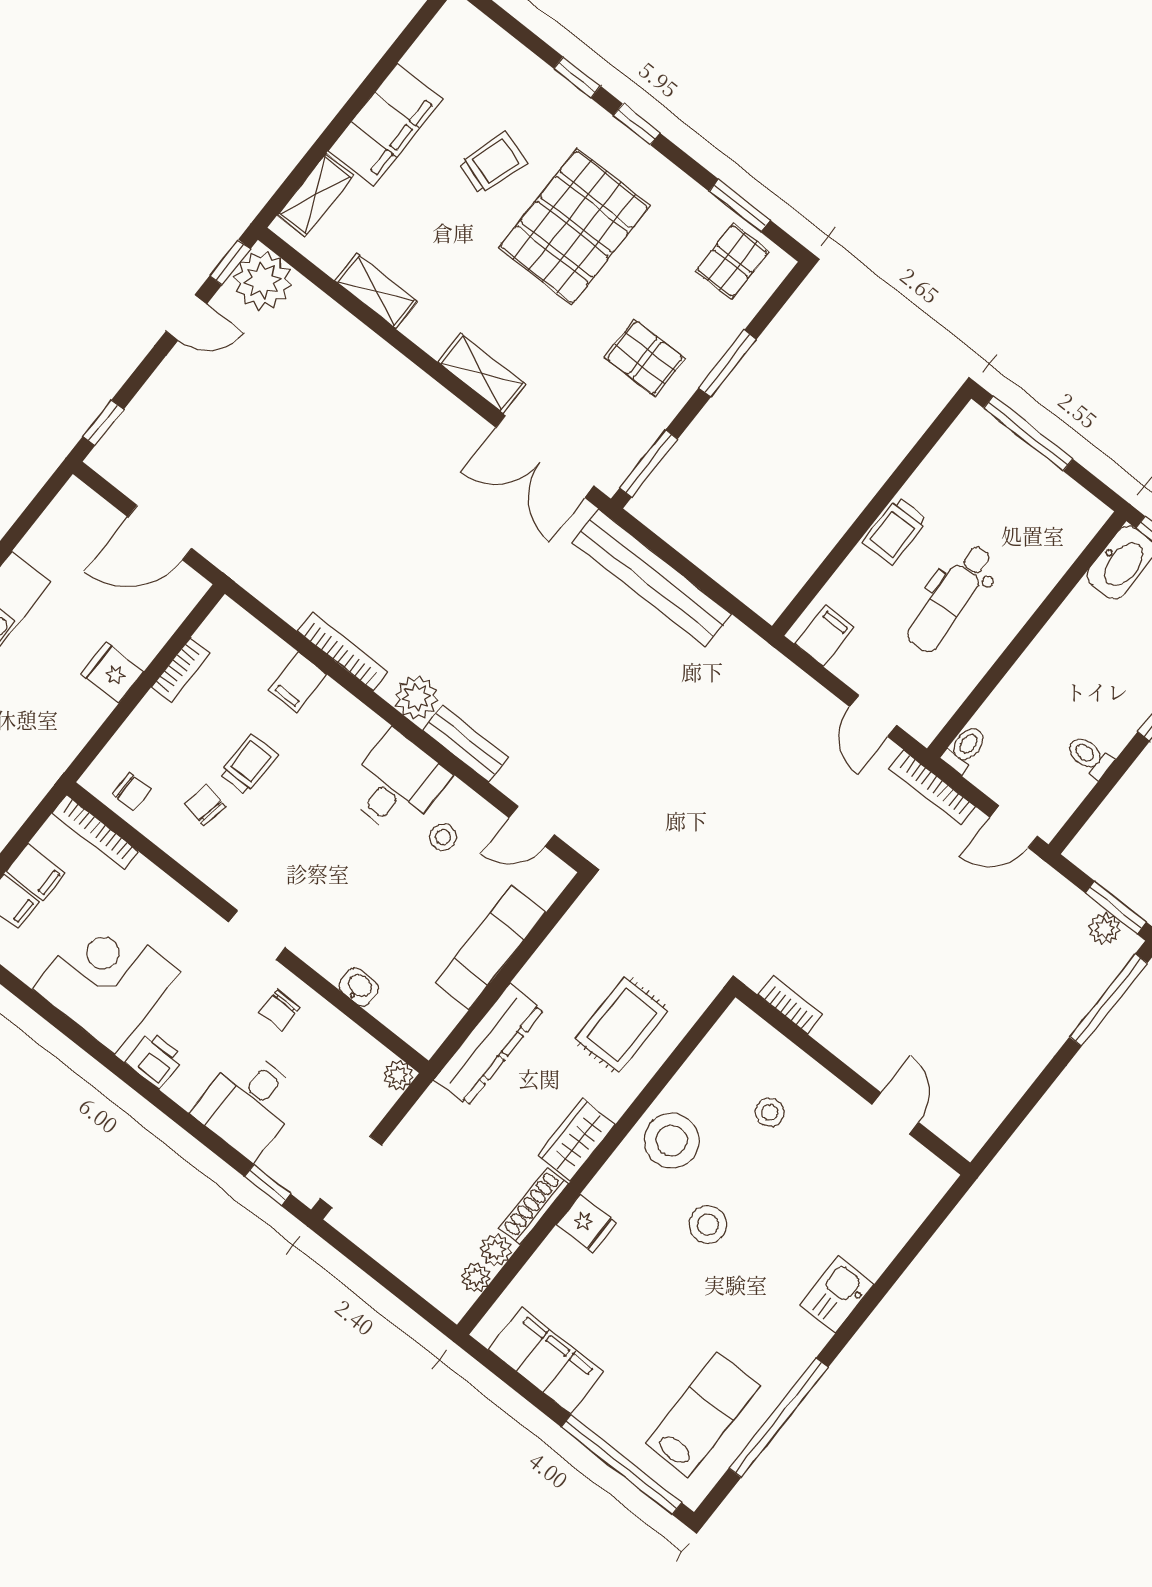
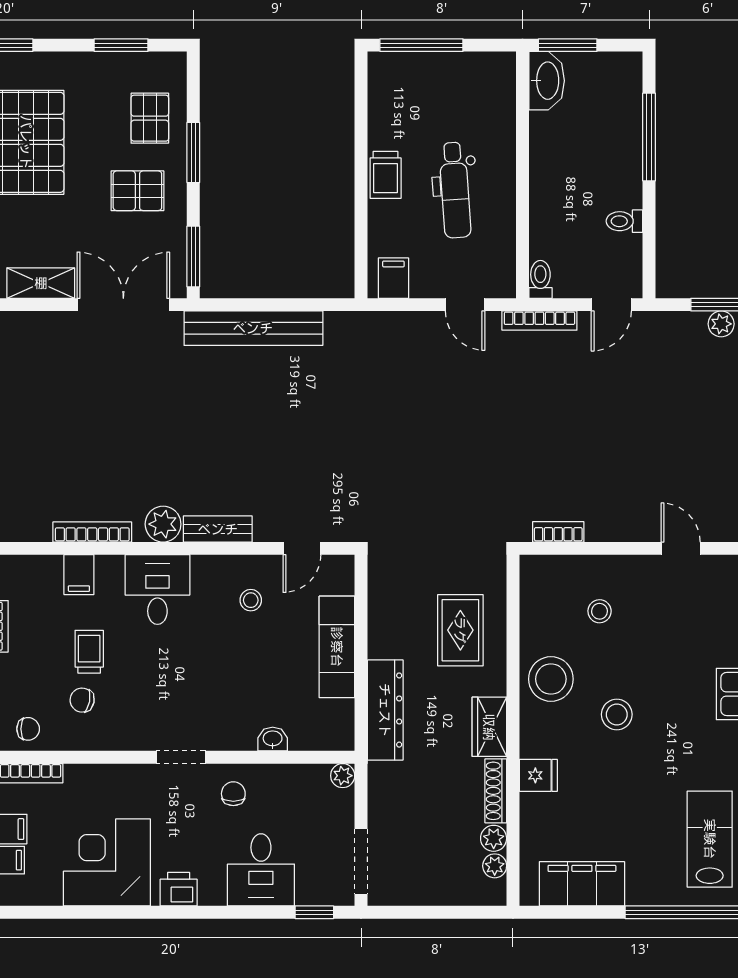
pallet: (732, 261) -> (150, 118), moved
double door: (545, 457) -> (123, 305), swing flipped
desk: (396, 784) -> (157, 590), moved
chair: (280, 1010) -> (233, 794), turned 180

